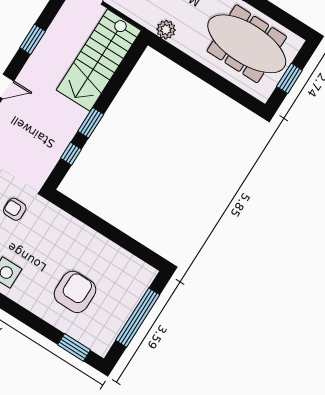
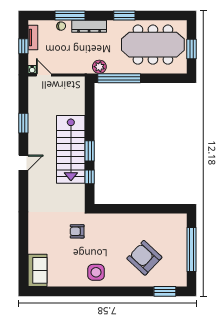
window: (181, 58) -> (119, 78), added
stairs: (99, 60) -> (71, 149), moved
armchair: (75, 292) -> (144, 258), turned -47

